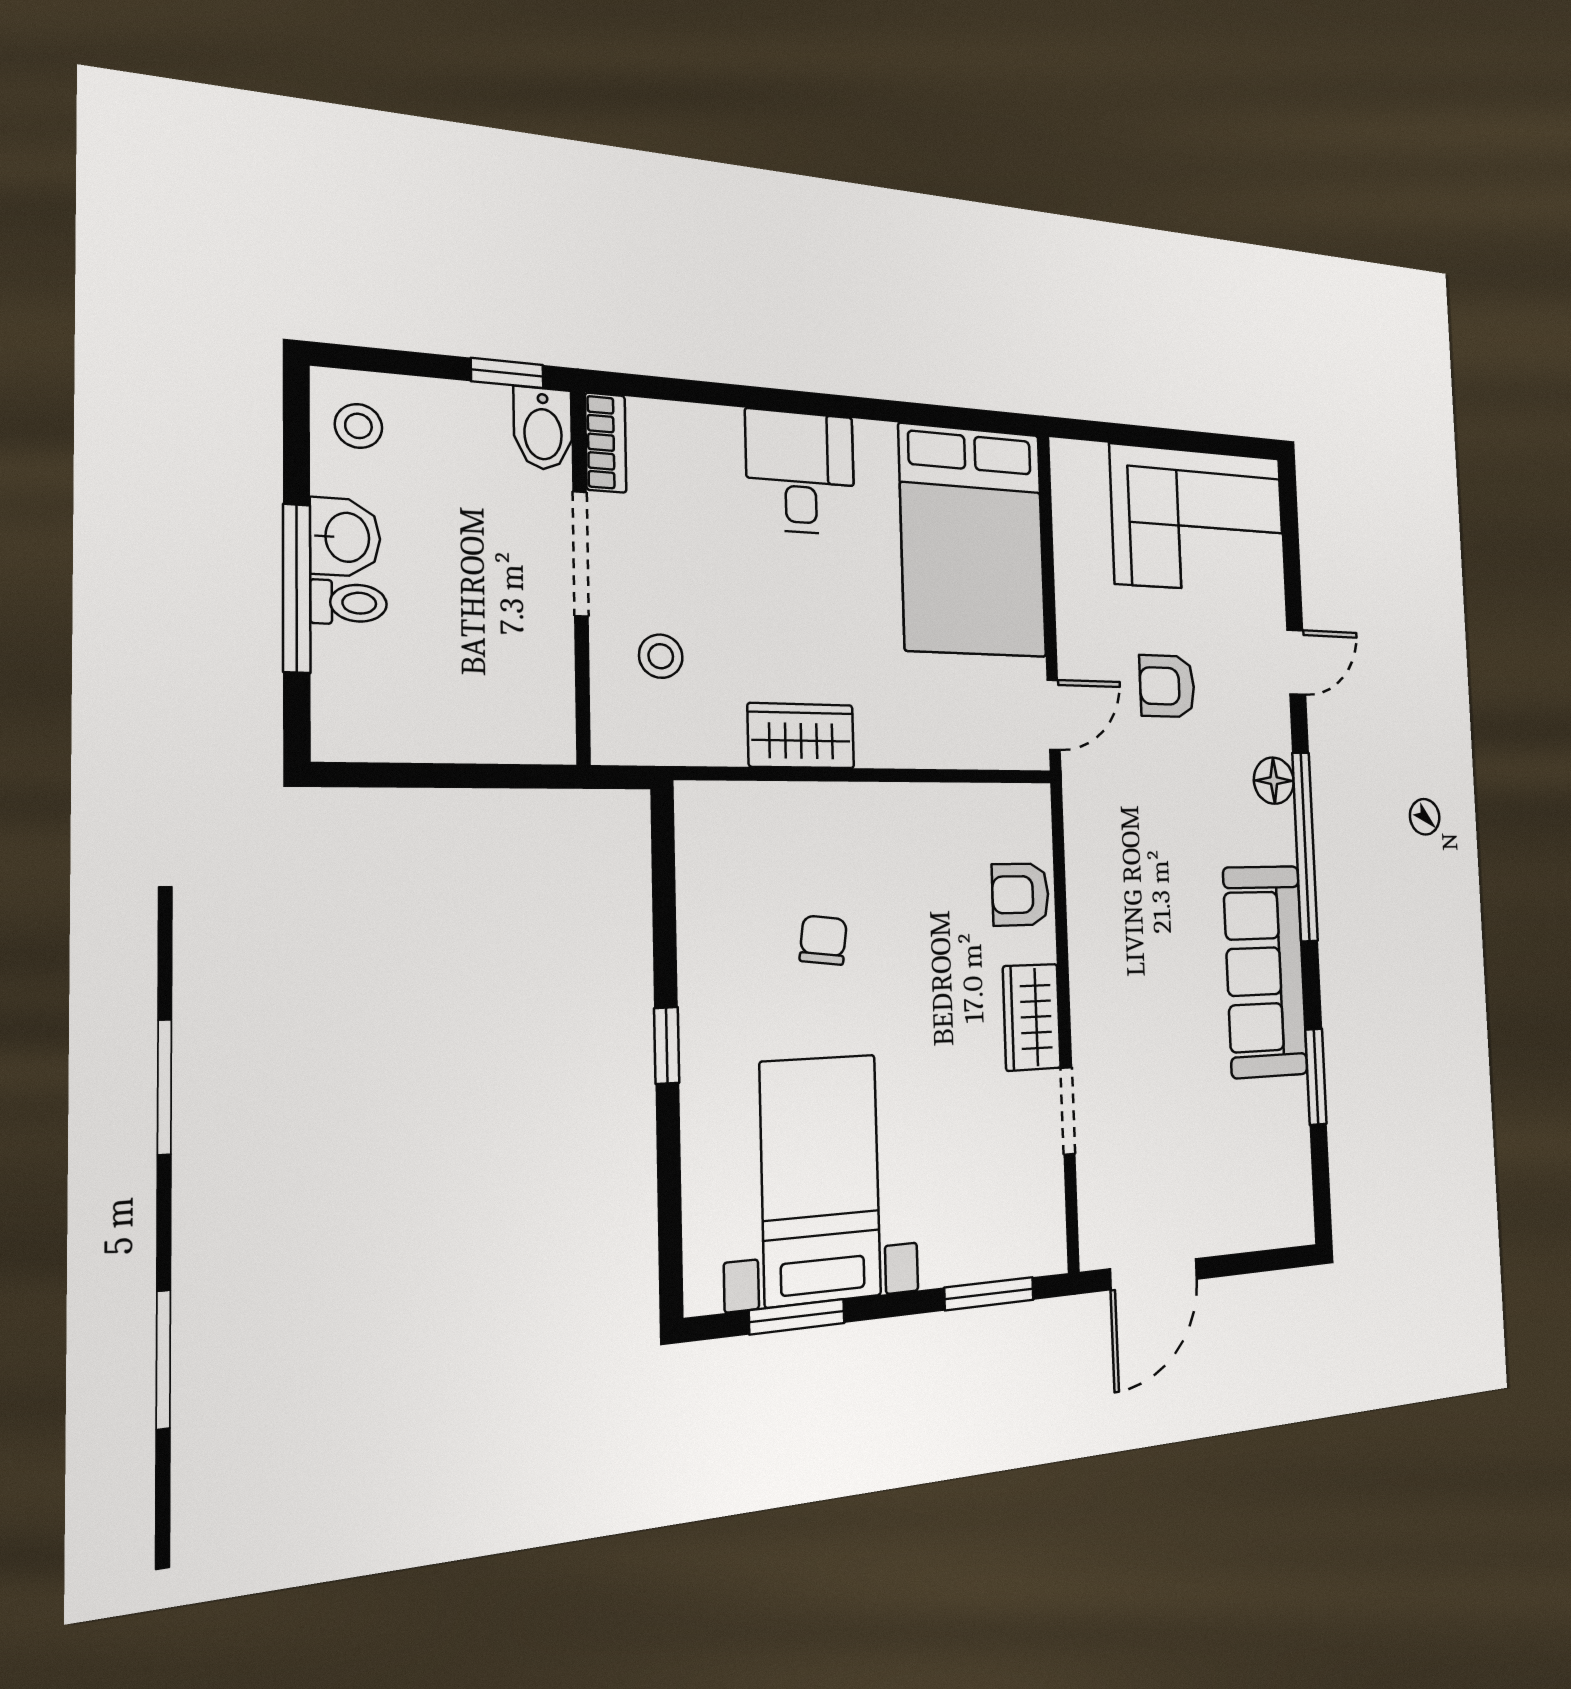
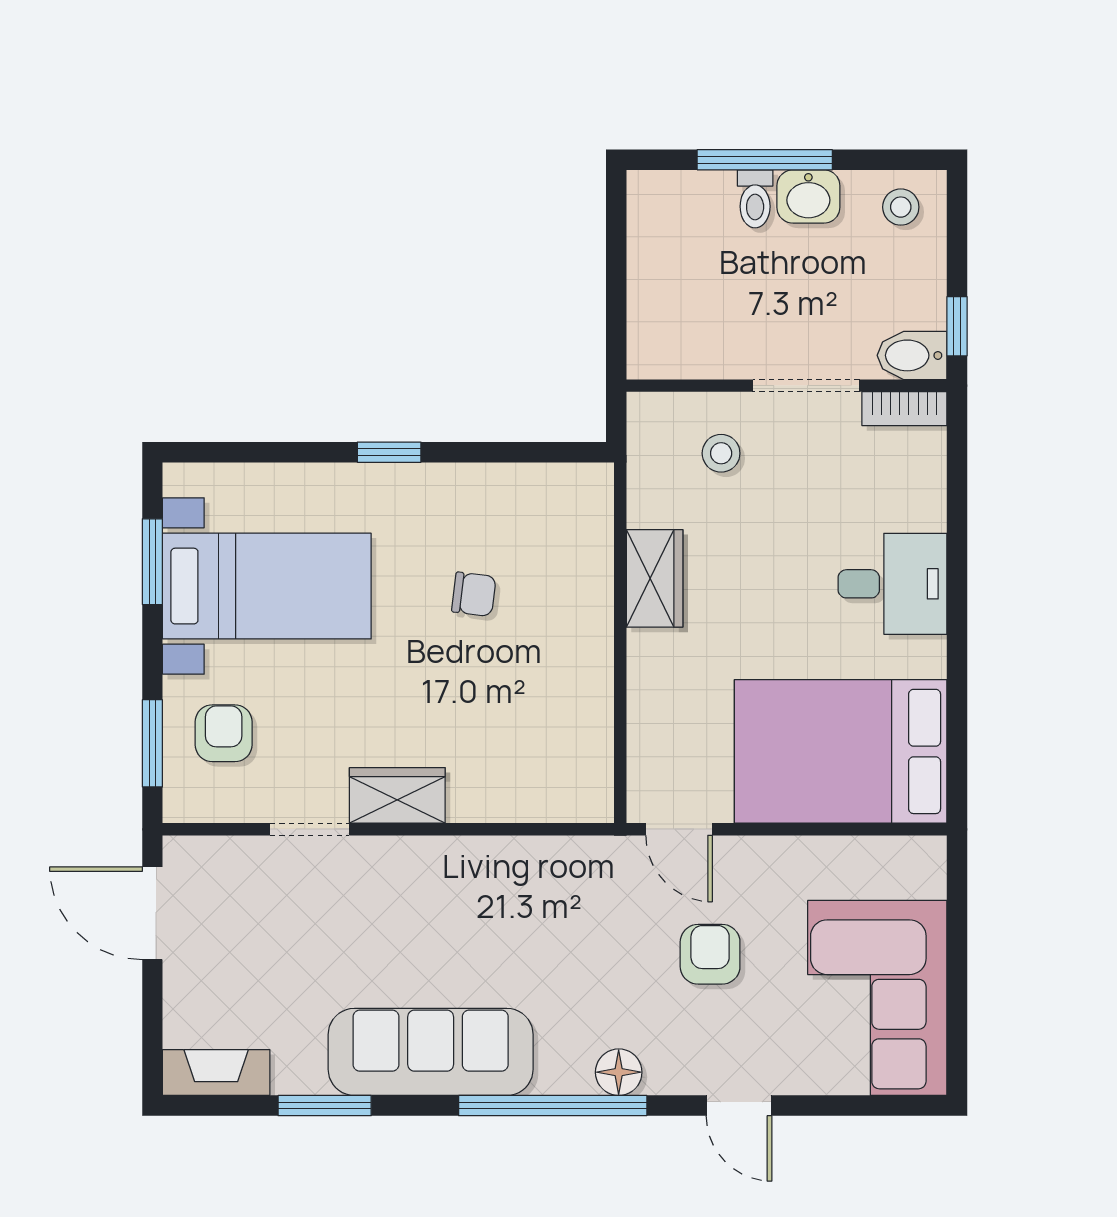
armchair: (1021, 895) -> (224, 733), moved
fireplace: (1293, 1191) -> (216, 1073), added

